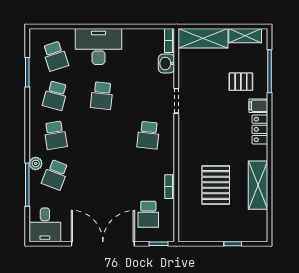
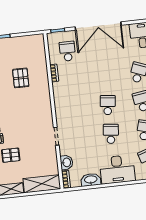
washbasin: (136, 36) -> (91, 180), added
school desk: (148, 135) -> (108, 105), moved
pallet: (216, 185) -> (21, 78), width x0.67, depth x0.71

